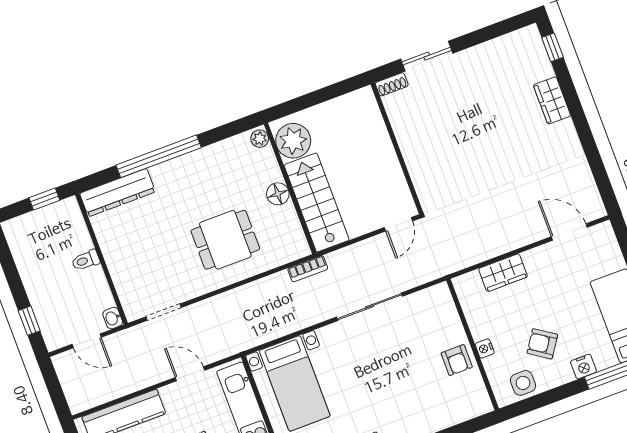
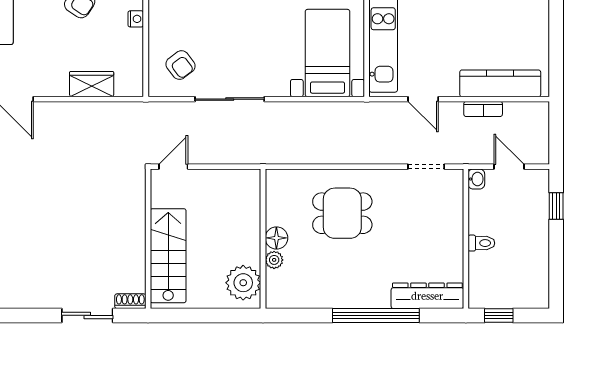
plant: (260, 139) -> (274, 260), moved
stairs: (317, 202) -> (168, 256), moved, turned 180
bookcase: (308, 269) -> (483, 109), moved, turned 180
armchair: (457, 360) -> (180, 65), moved, turned 143

